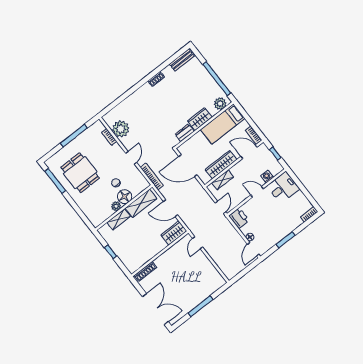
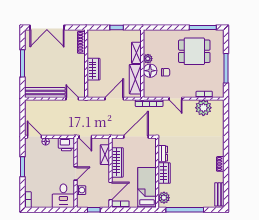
wardrobe: (174, 233) -> (94, 69), moved
bench: (210, 269) -> (45, 92), added

